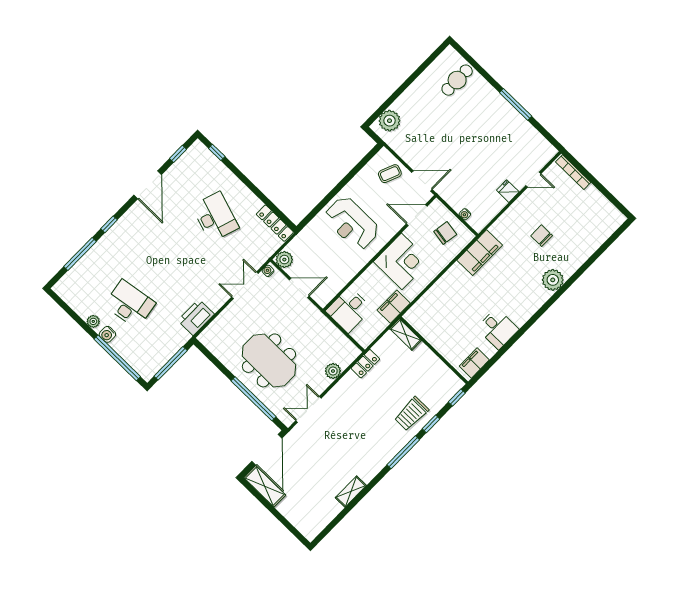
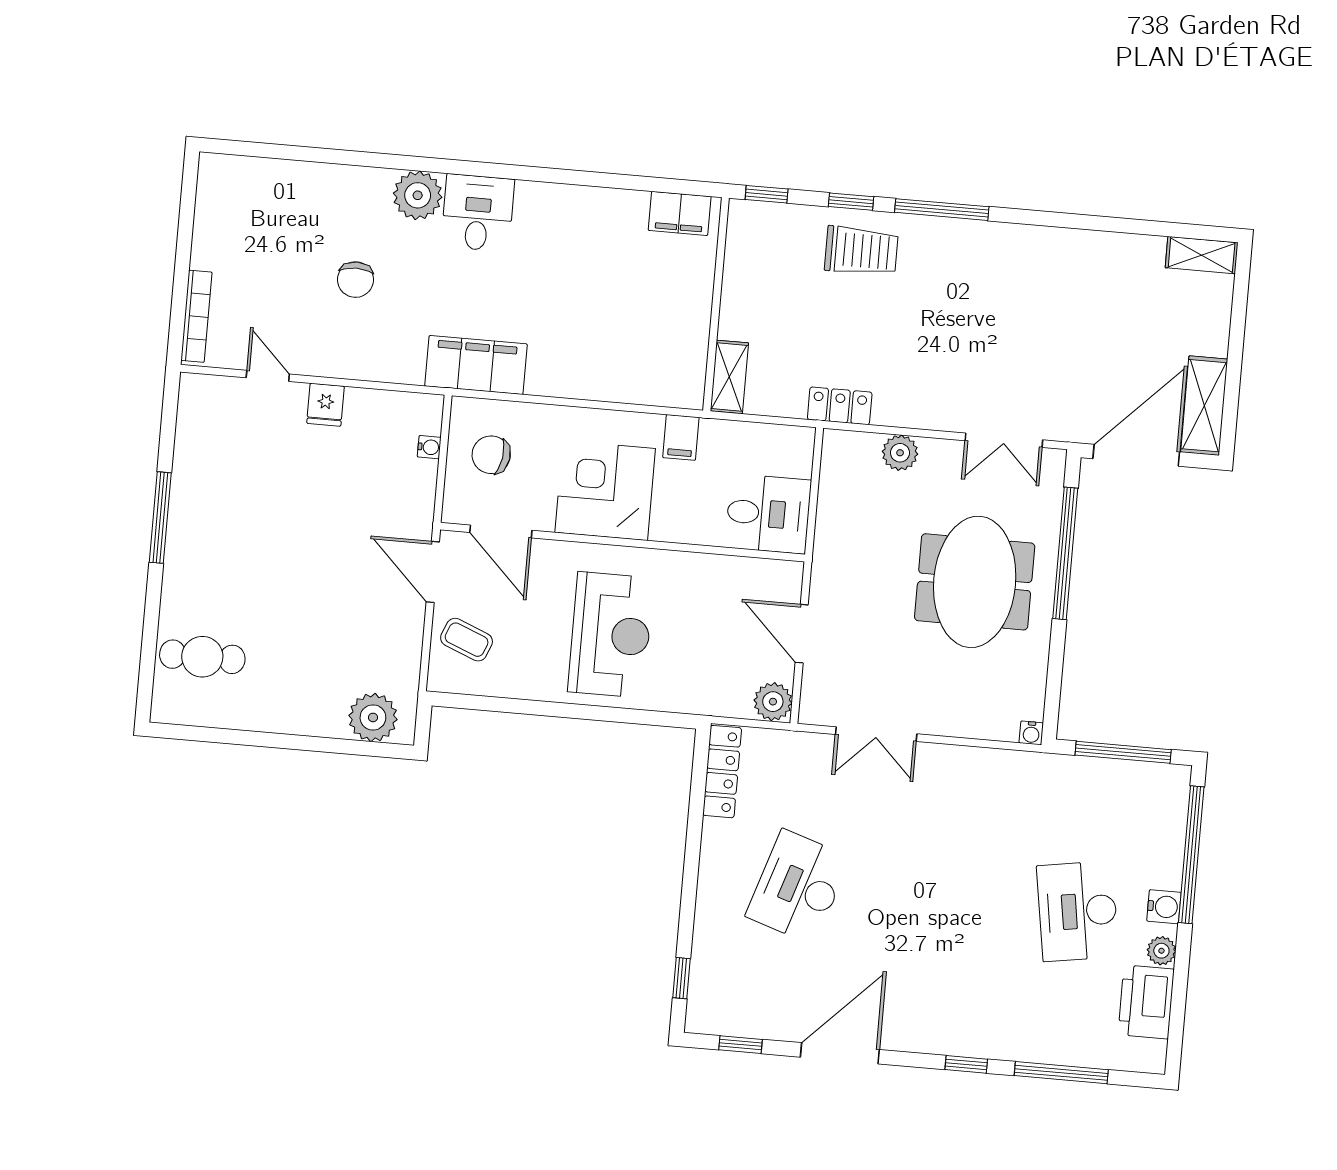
water cooler: (268, 271) -> (1031, 733), moved
filing cabinet: (394, 307) -> (681, 437), width x0.50
printer: (196, 317) -> (1146, 1002), moved, turned 90
desk: (498, 329) -> (478, 213), moved
shelving: (351, 492) -> (1202, 255), moved

